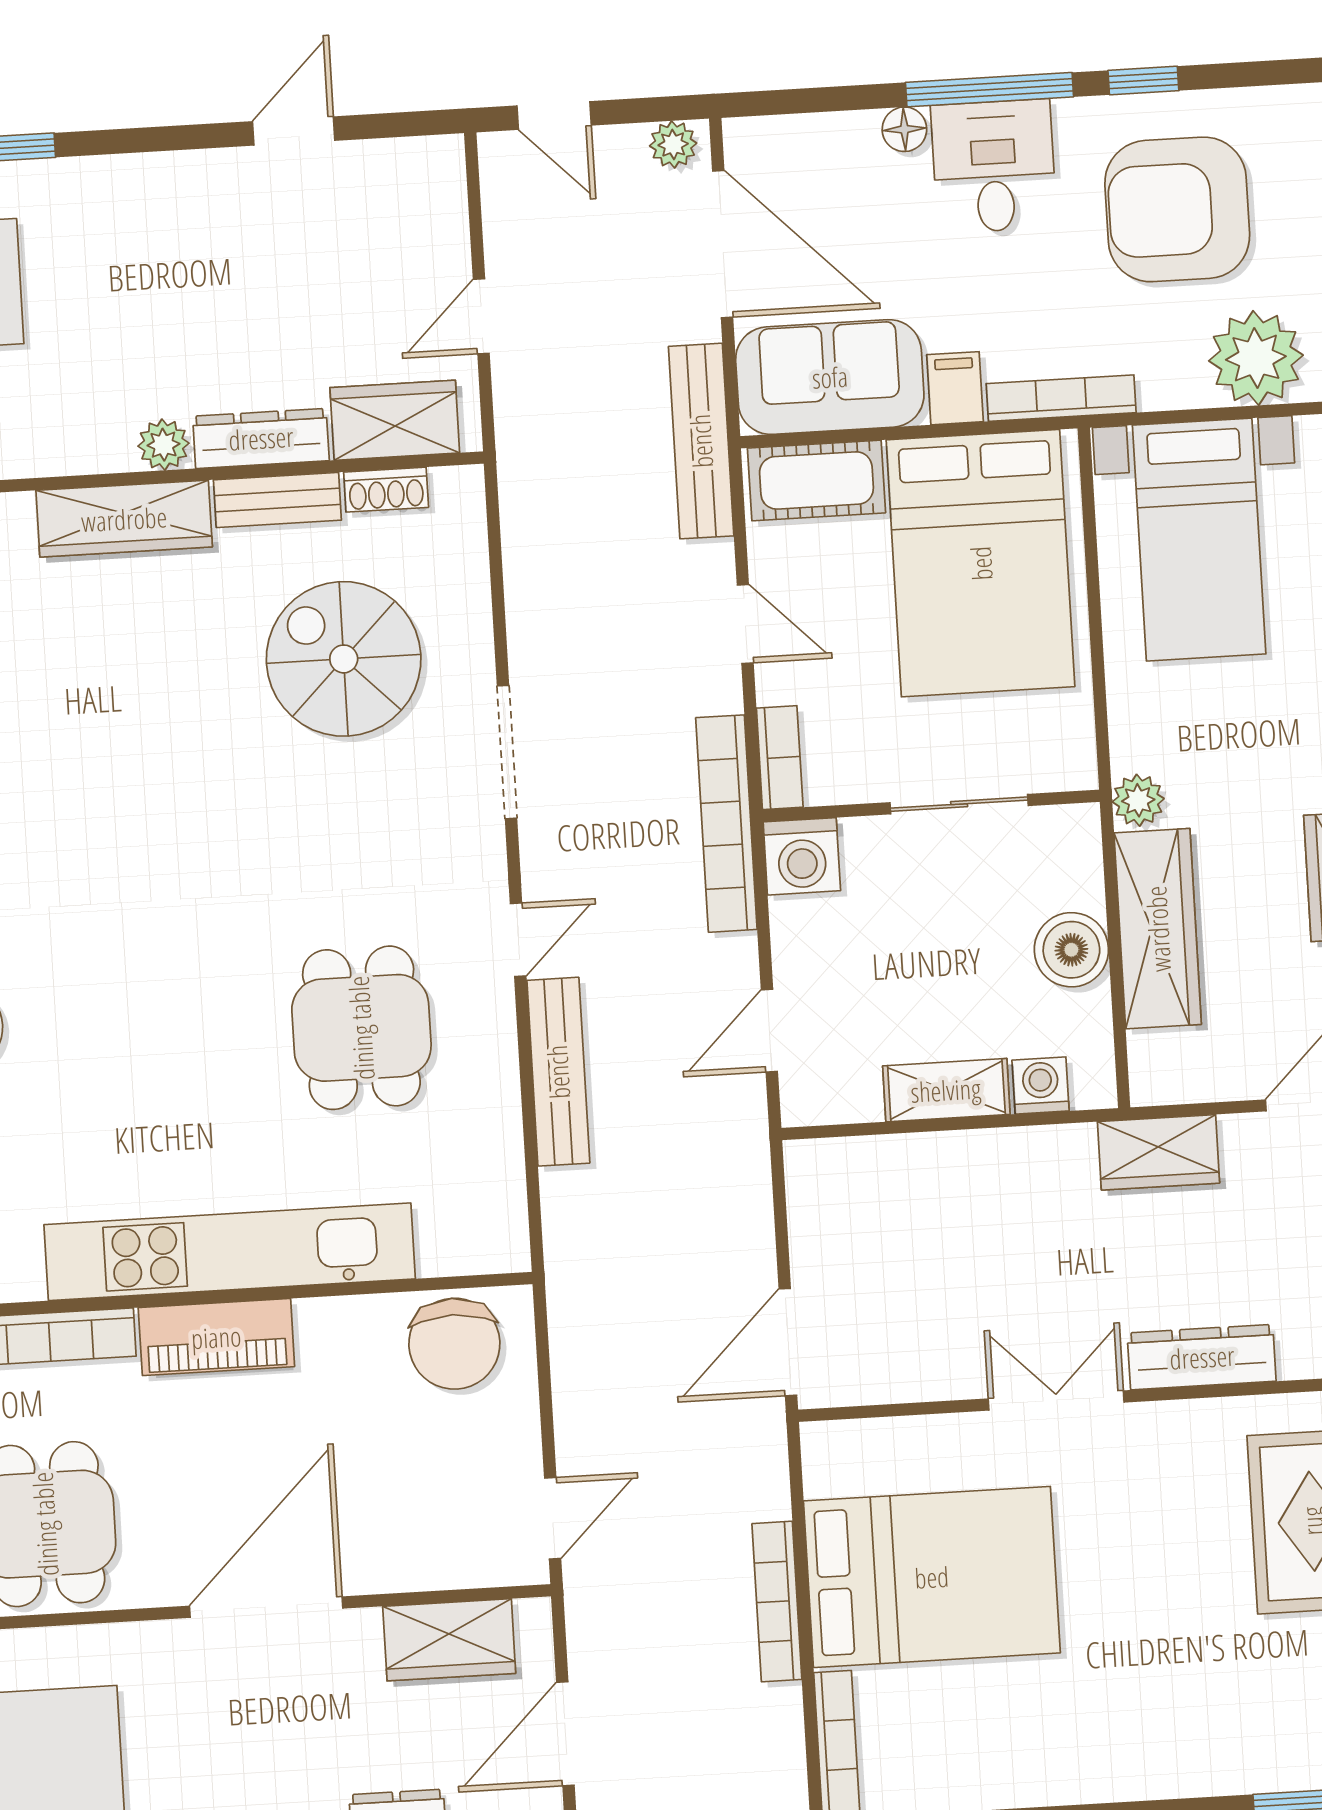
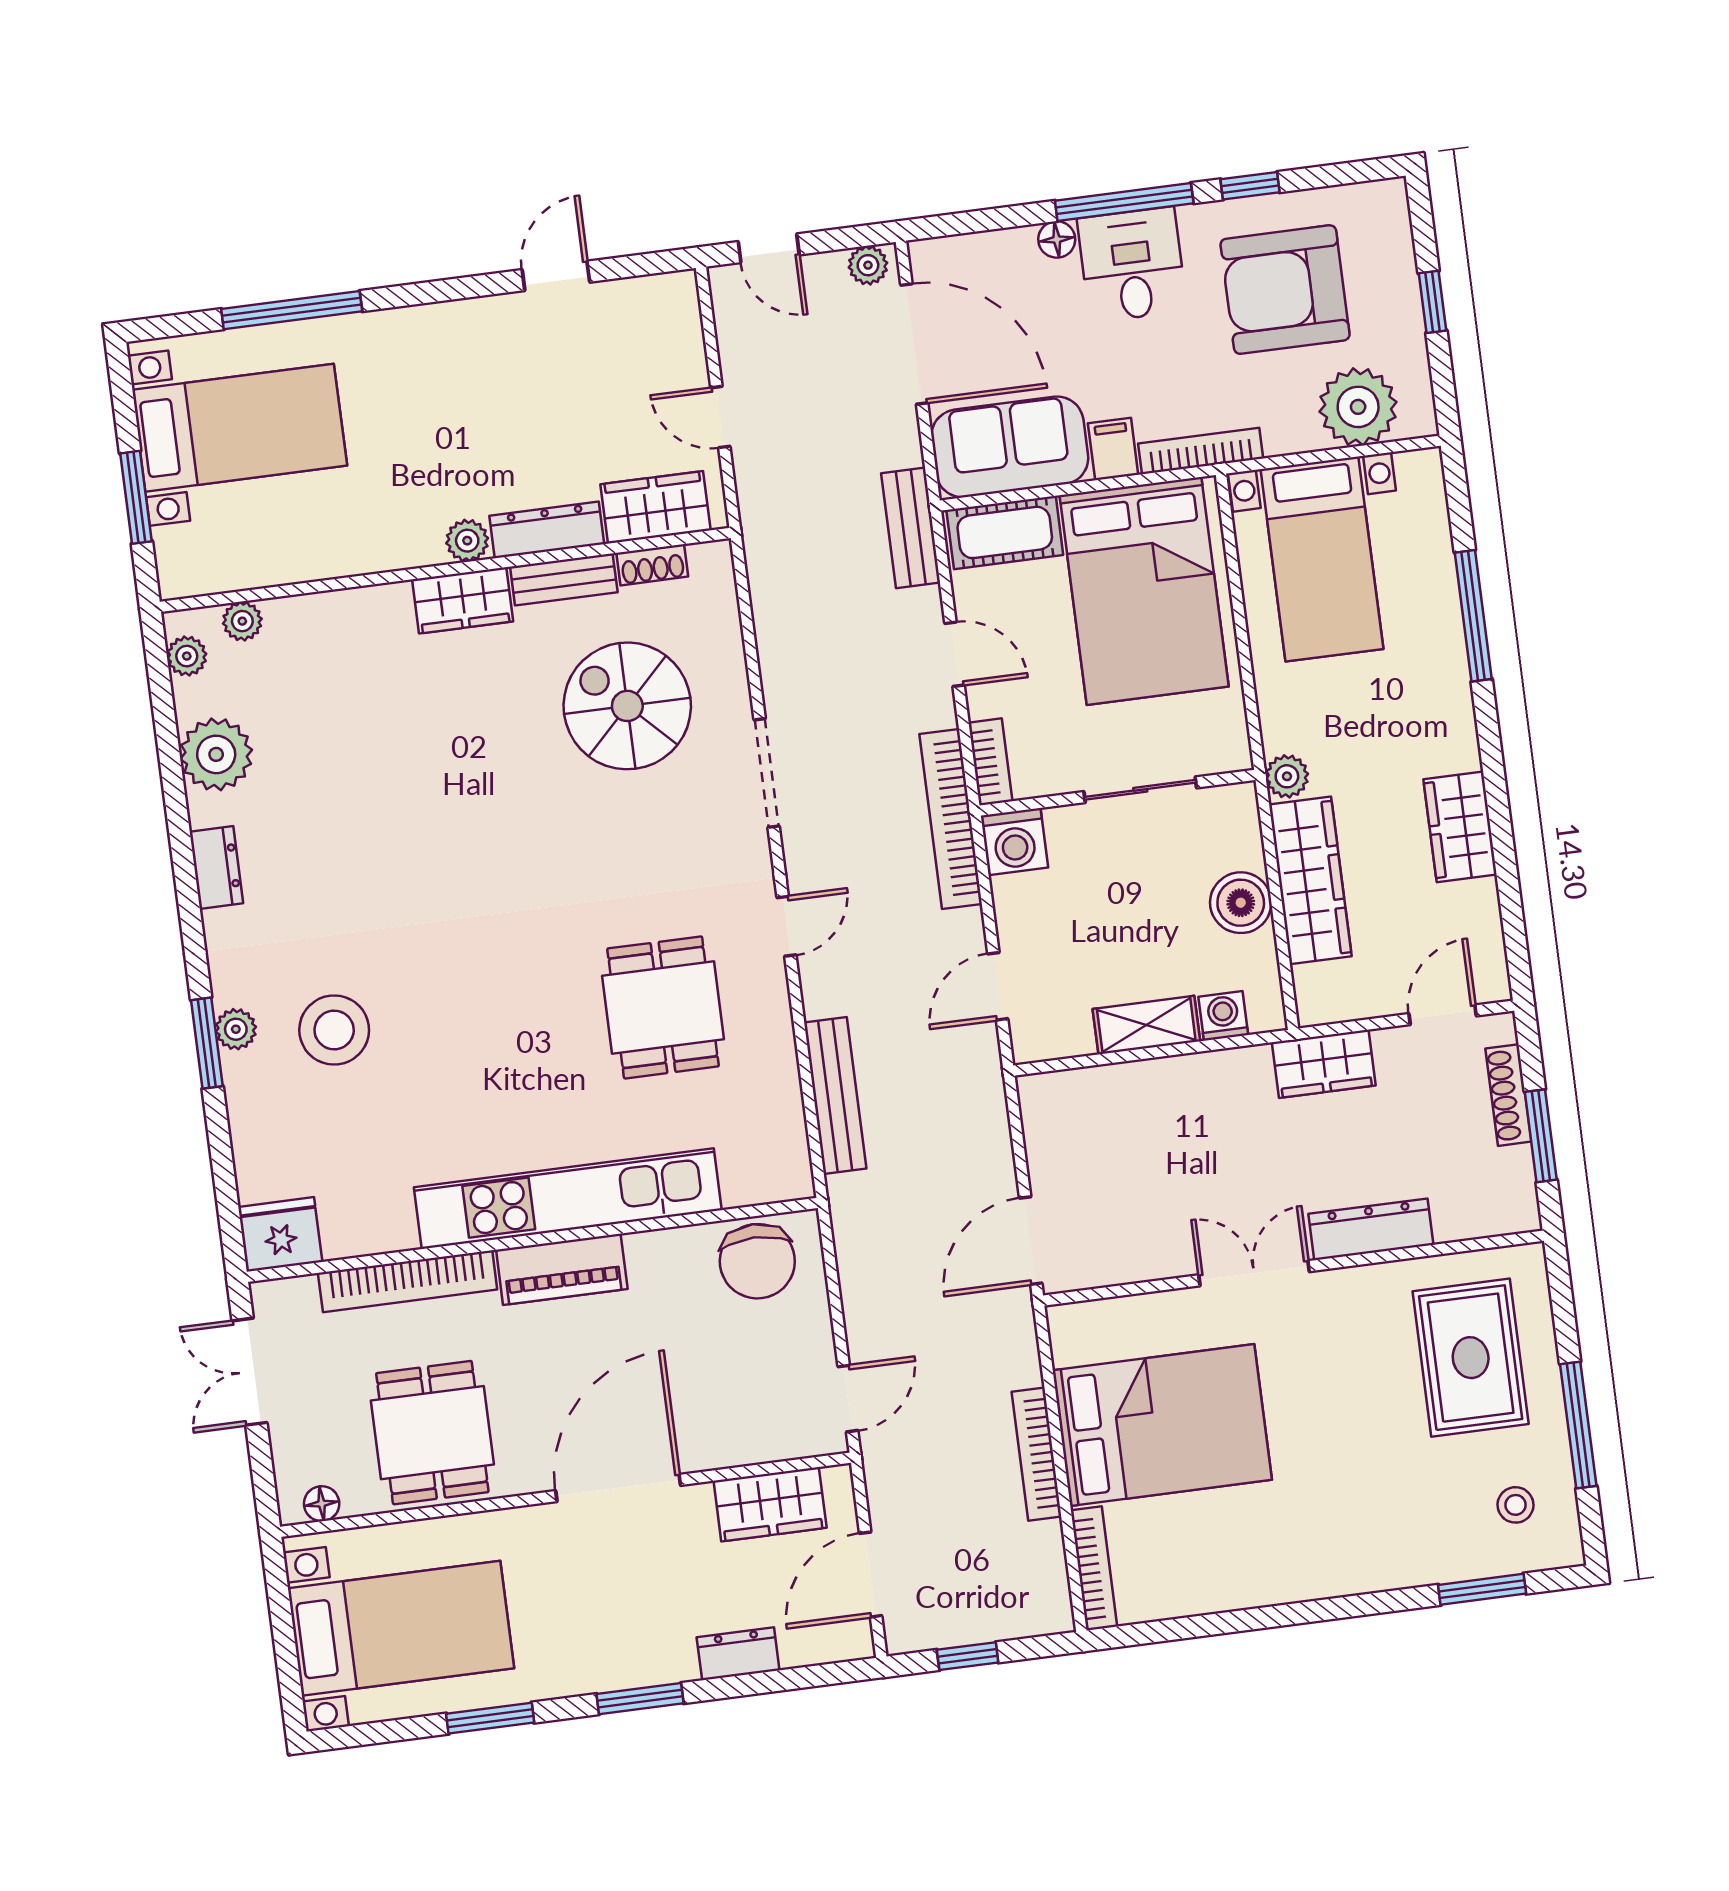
door: (481, 316) -> (720, 417), hinge flipped
bench: (701, 441) -> (911, 528), width x0.73
wardrobe: (124, 519) -> (463, 600), width x0.67
bench: (558, 1072) -> (835, 1096), moved

